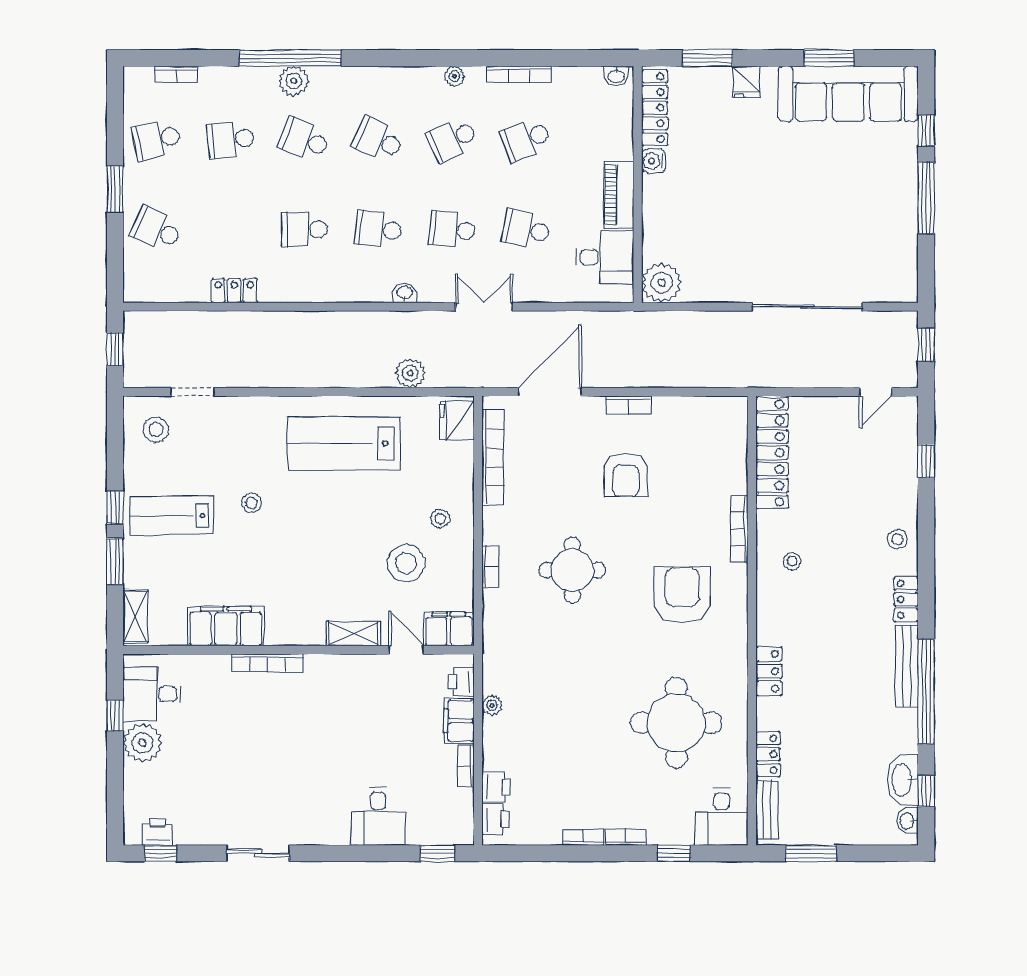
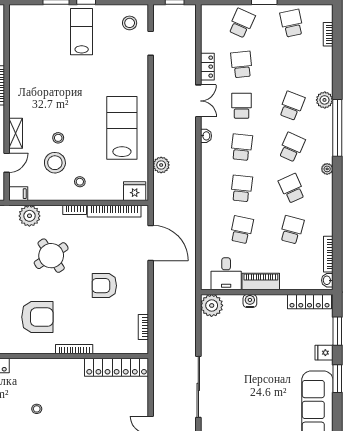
window: (290, 58) -> (337, 128), moved
window: (829, 58) -> (337, 379), moved
bookcase: (519, 74) -> (328, 254), moved
plant: (454, 76) -> (327, 169), moved
school desk: (230, 140) -> (242, 65), moved
school desk: (526, 140) -> (292, 230), turned 36
water cooler: (653, 161) -> (250, 301), moved
washbasin: (405, 293) -> (206, 136), moved
double door: (484, 307) -> (198, 101), moved
bookcase: (629, 405) -> (143, 327), moved
stool: (252, 503) -> (58, 138), moved
stool: (792, 561) -> (37, 409), moved
bookcase: (490, 567) -> (75, 210), moved
round table: (572, 570) -> (51, 256), turned -34
plant: (501, 609) -> (29, 216), added
shelving: (135, 616) -> (25, 11), removed
filing cabinet: (226, 626) -> (20, 62), removed
filing cabinet: (449, 629) -> (18, 194), width x0.50

